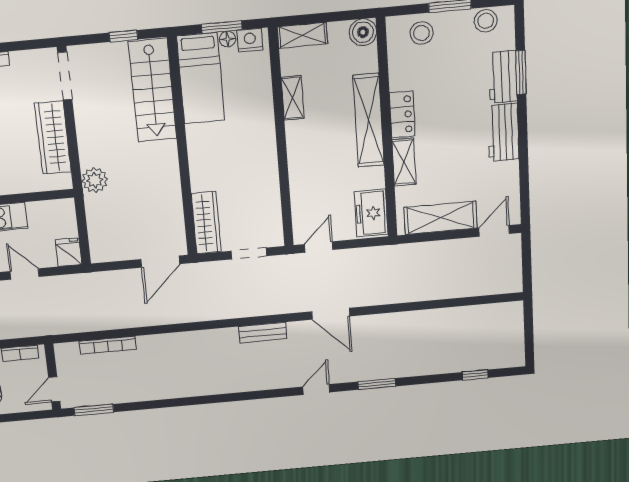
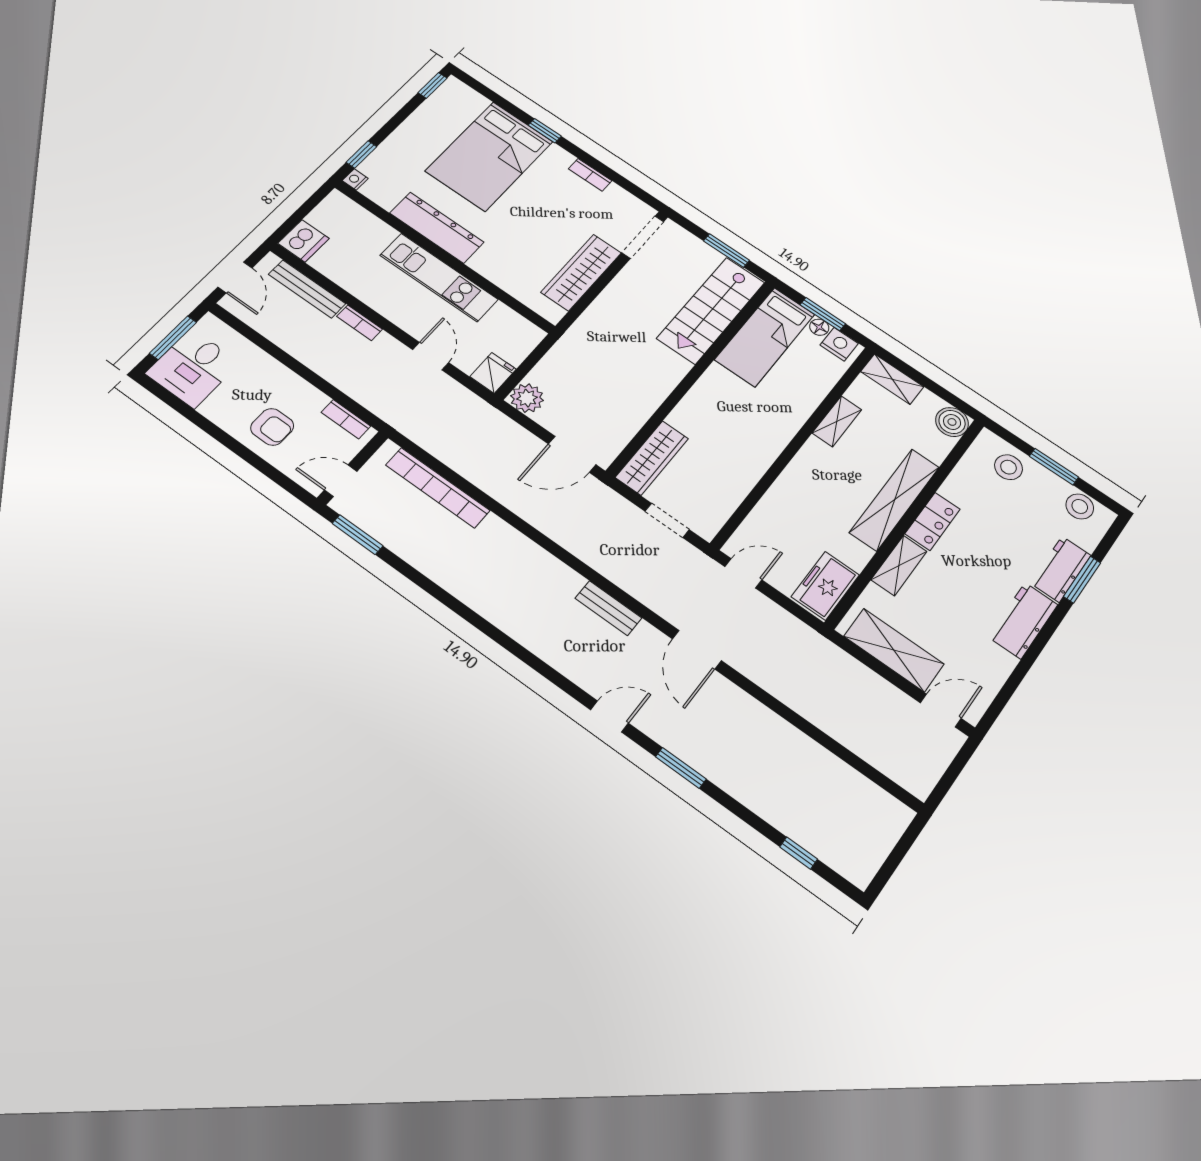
window: (123, 36) -> (726, 251), width x1.50
plant: (95, 180) -> (527, 398), moved
bookcase: (108, 345) -> (438, 488), width x1.48, depth x1.31

